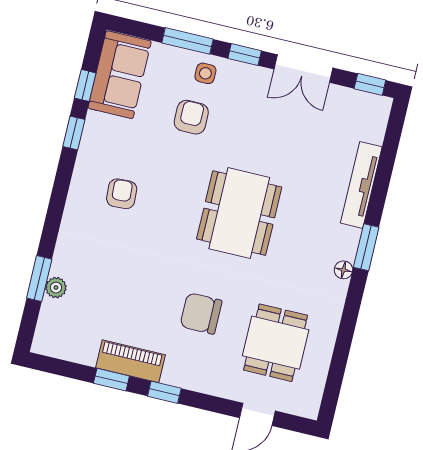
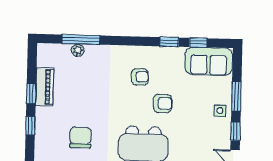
armchair: (191, 117) -> (163, 103), moved
window: (39, 279) -> (81, 40), width x1.44
piano: (131, 361) -> (45, 87), moved

